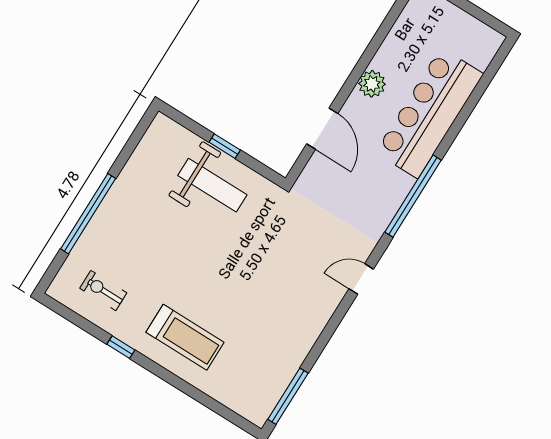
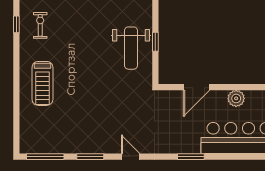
window: (413, 196) -> (191, 157), width x0.47
window: (327, 334) -> (90, 157), added
window: (121, 347) -> (16, 24), moved

